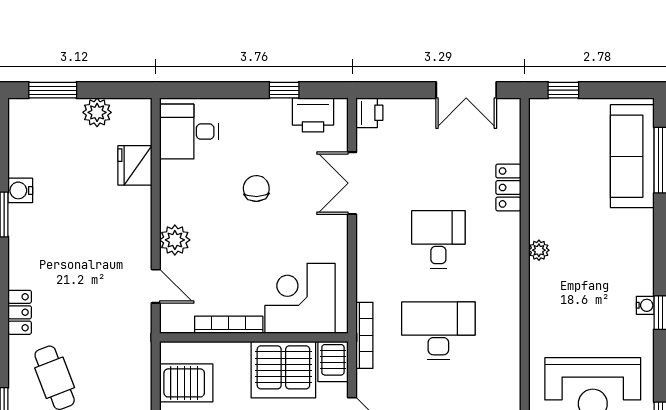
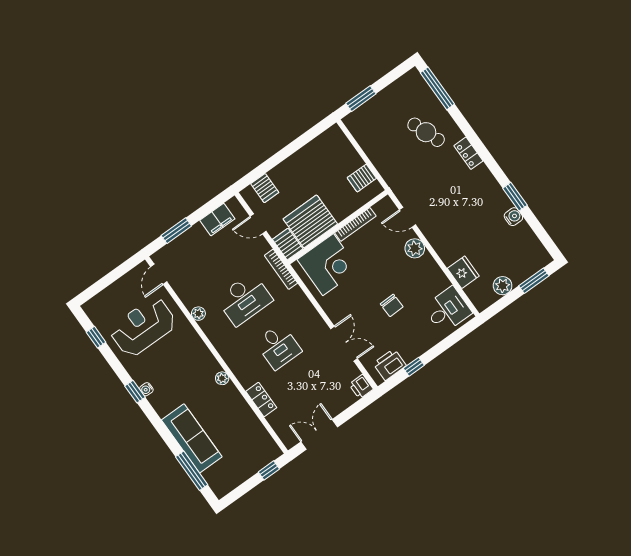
sofa: (632, 156) -> (192, 438), moved
plant: (510, 354) -> (198, 314), added
server rack: (186, 383) -> (362, 178), width x0.73, depth x0.70

